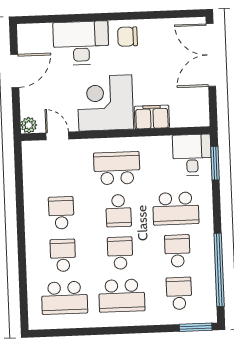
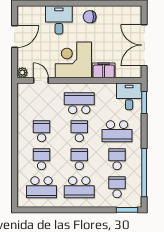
desk: (81, 43) -> (59, 20), width x0.73
double door: (211, 55) -> (144, 45), moved
school desk: (118, 211) -> (79, 131), turned 180

